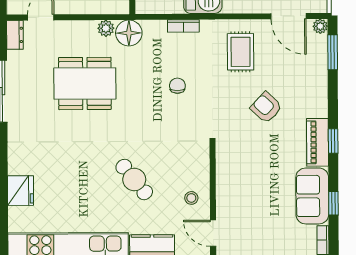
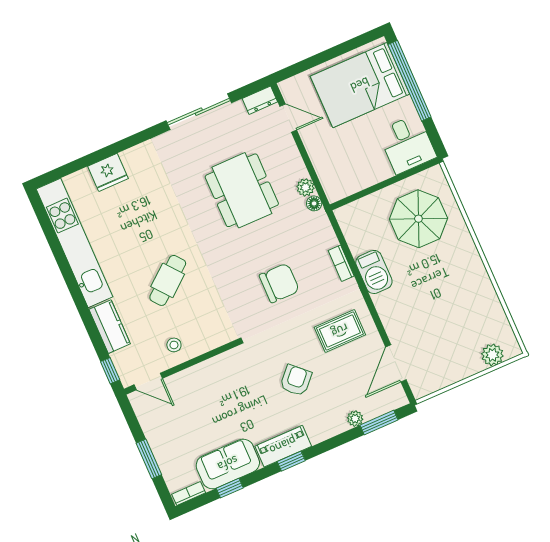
plant: (320, 26) -> (355, 419), moved
floor lamp: (129, 33) -> (314, 203), width x0.53, depth x0.53
chair: (177, 86) -> (279, 283), width x1.87, depth x1.87
door: (213, 233) -> (148, 382), swing flipped

